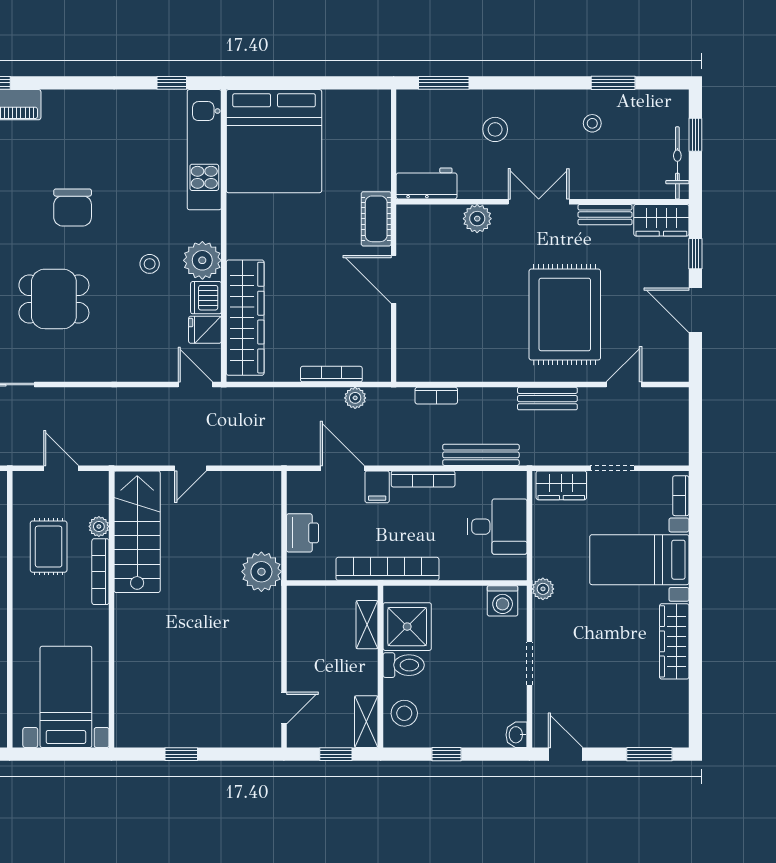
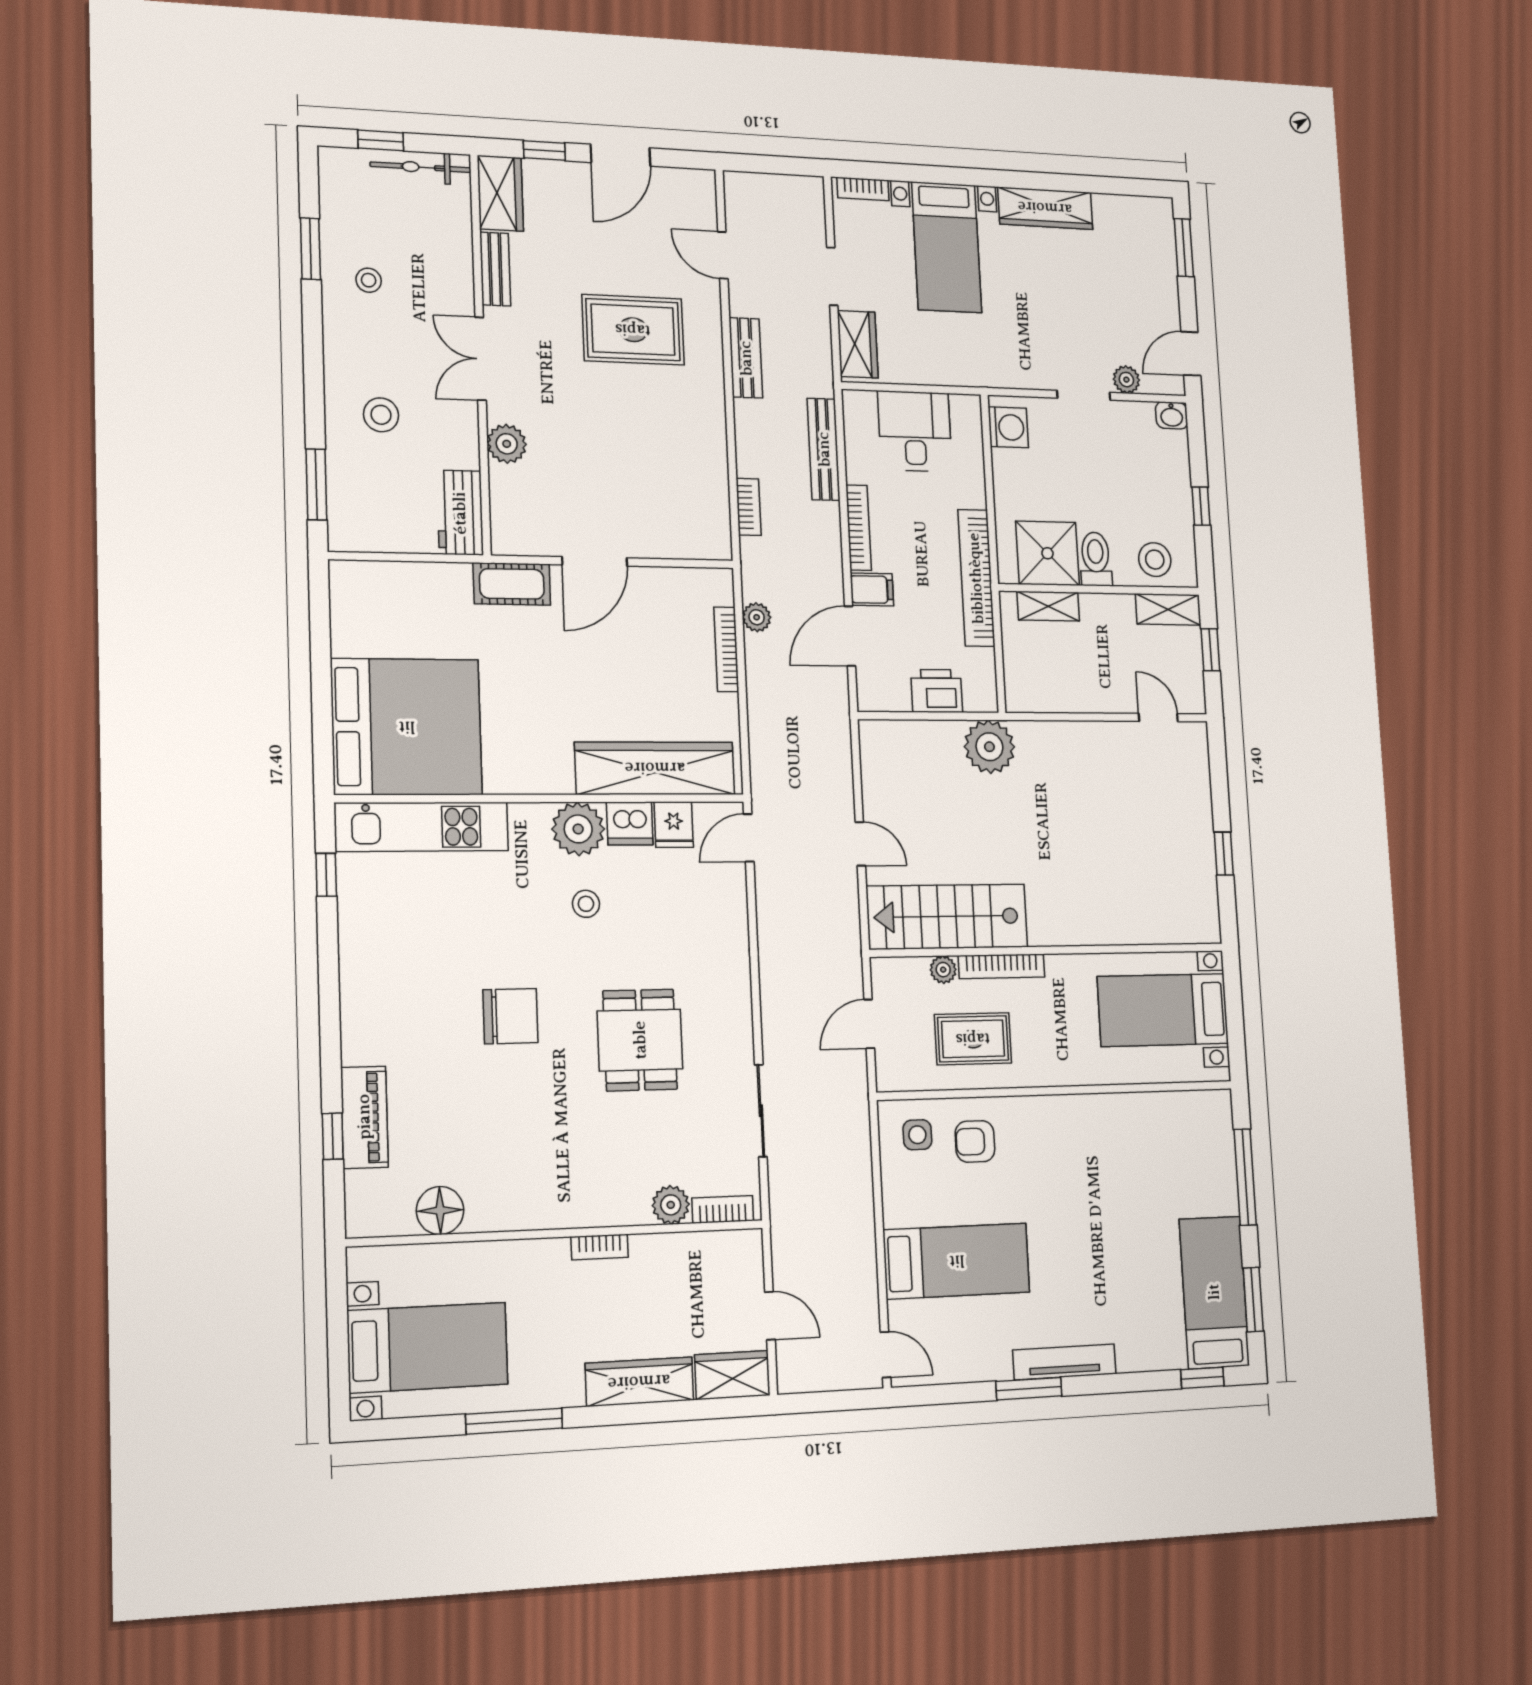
rug: (565, 314) -> (633, 330), width x0.73, depth x0.69
plant: (543, 589) -> (1126, 380), moved

